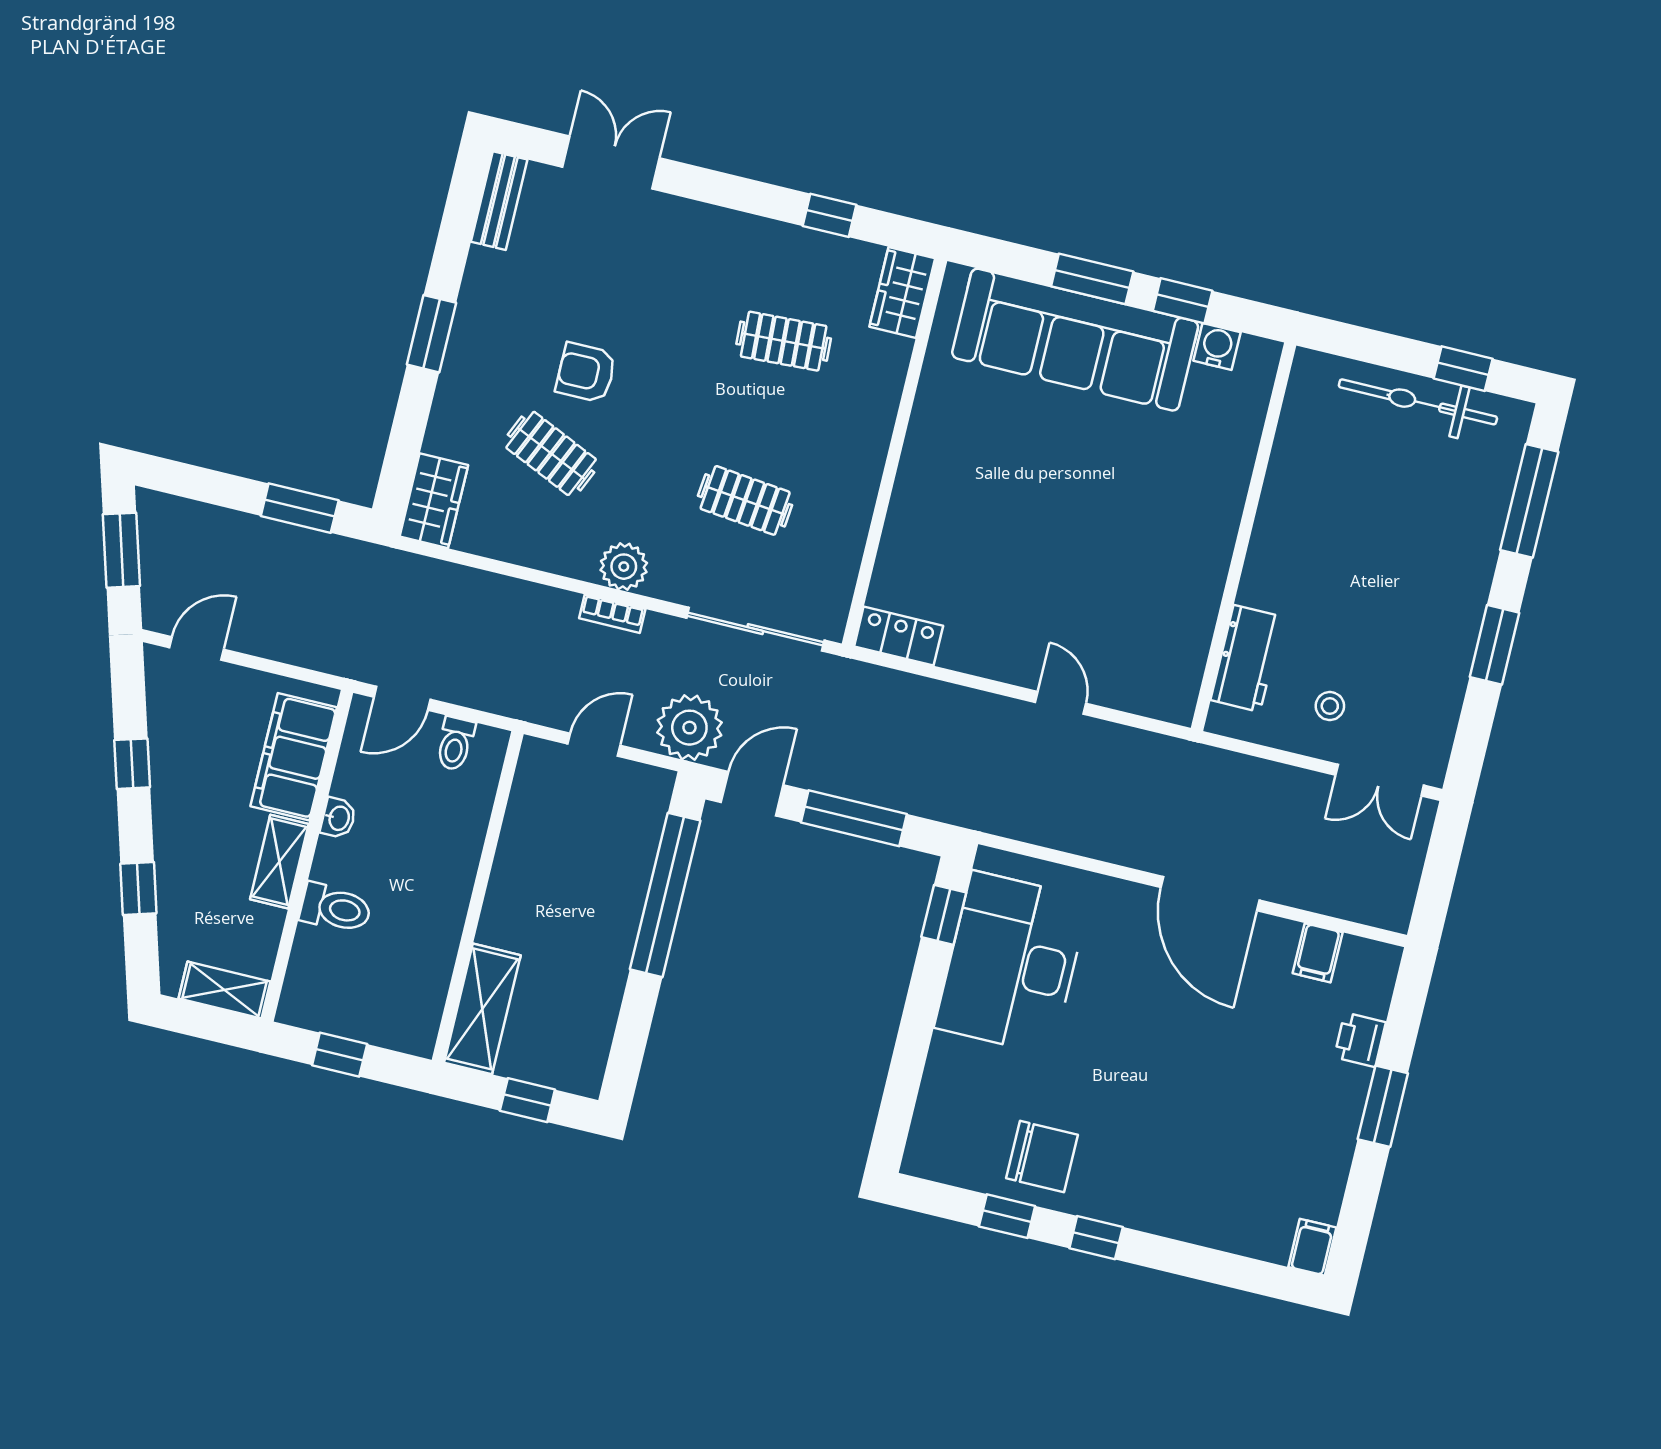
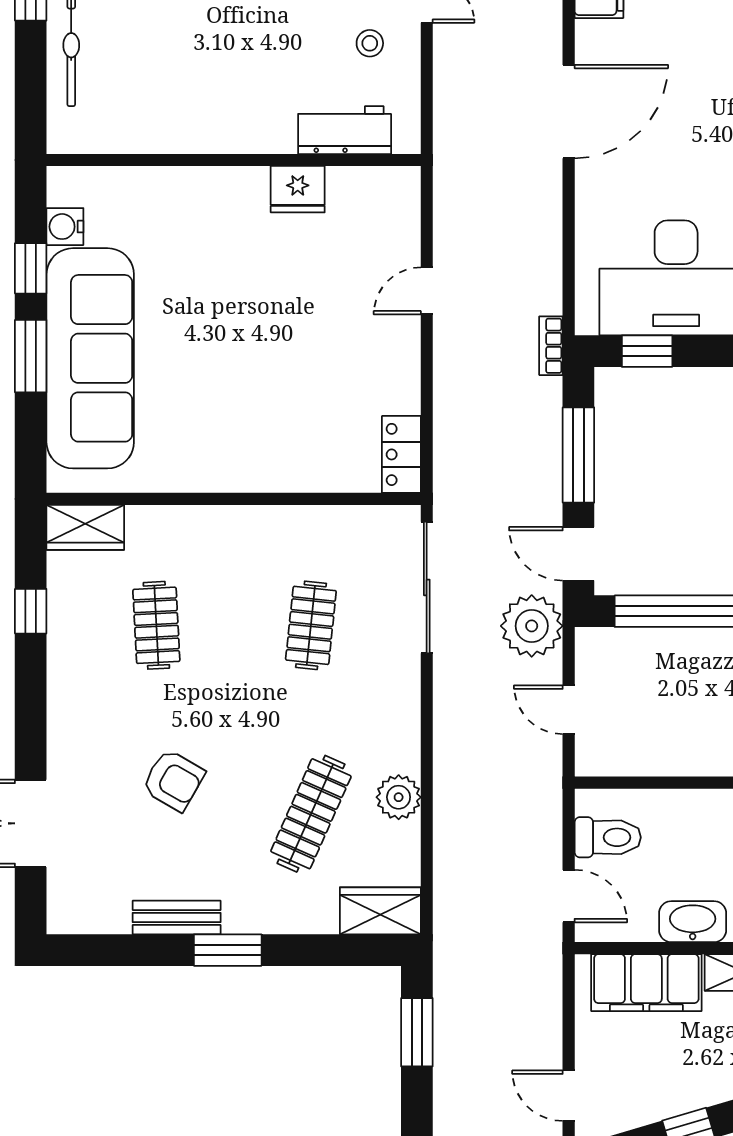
bench: (499, 201) -> (177, 917), moved
armchair: (586, 373) -> (173, 780), moved, turned -60
clothes rail: (551, 453) -> (311, 814), width x1.36
plant: (624, 567) -> (399, 797), moved
fridge: (1198, 595) -> (298, 189), added
bookcase: (612, 614) -> (551, 346), moved, turned 180
toilet: (455, 744) -> (608, 837), width x1.37, depth x1.39
washbasin: (338, 818) -> (693, 922), width x1.91, depth x1.45

